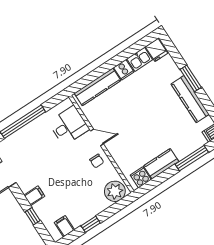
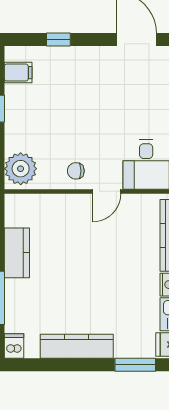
window: (191, 78) -> (135, 365), moved
cooker: (141, 177) -> (17, 214), removed
filing cabinet: (34, 196) -> (84, 59), removed

